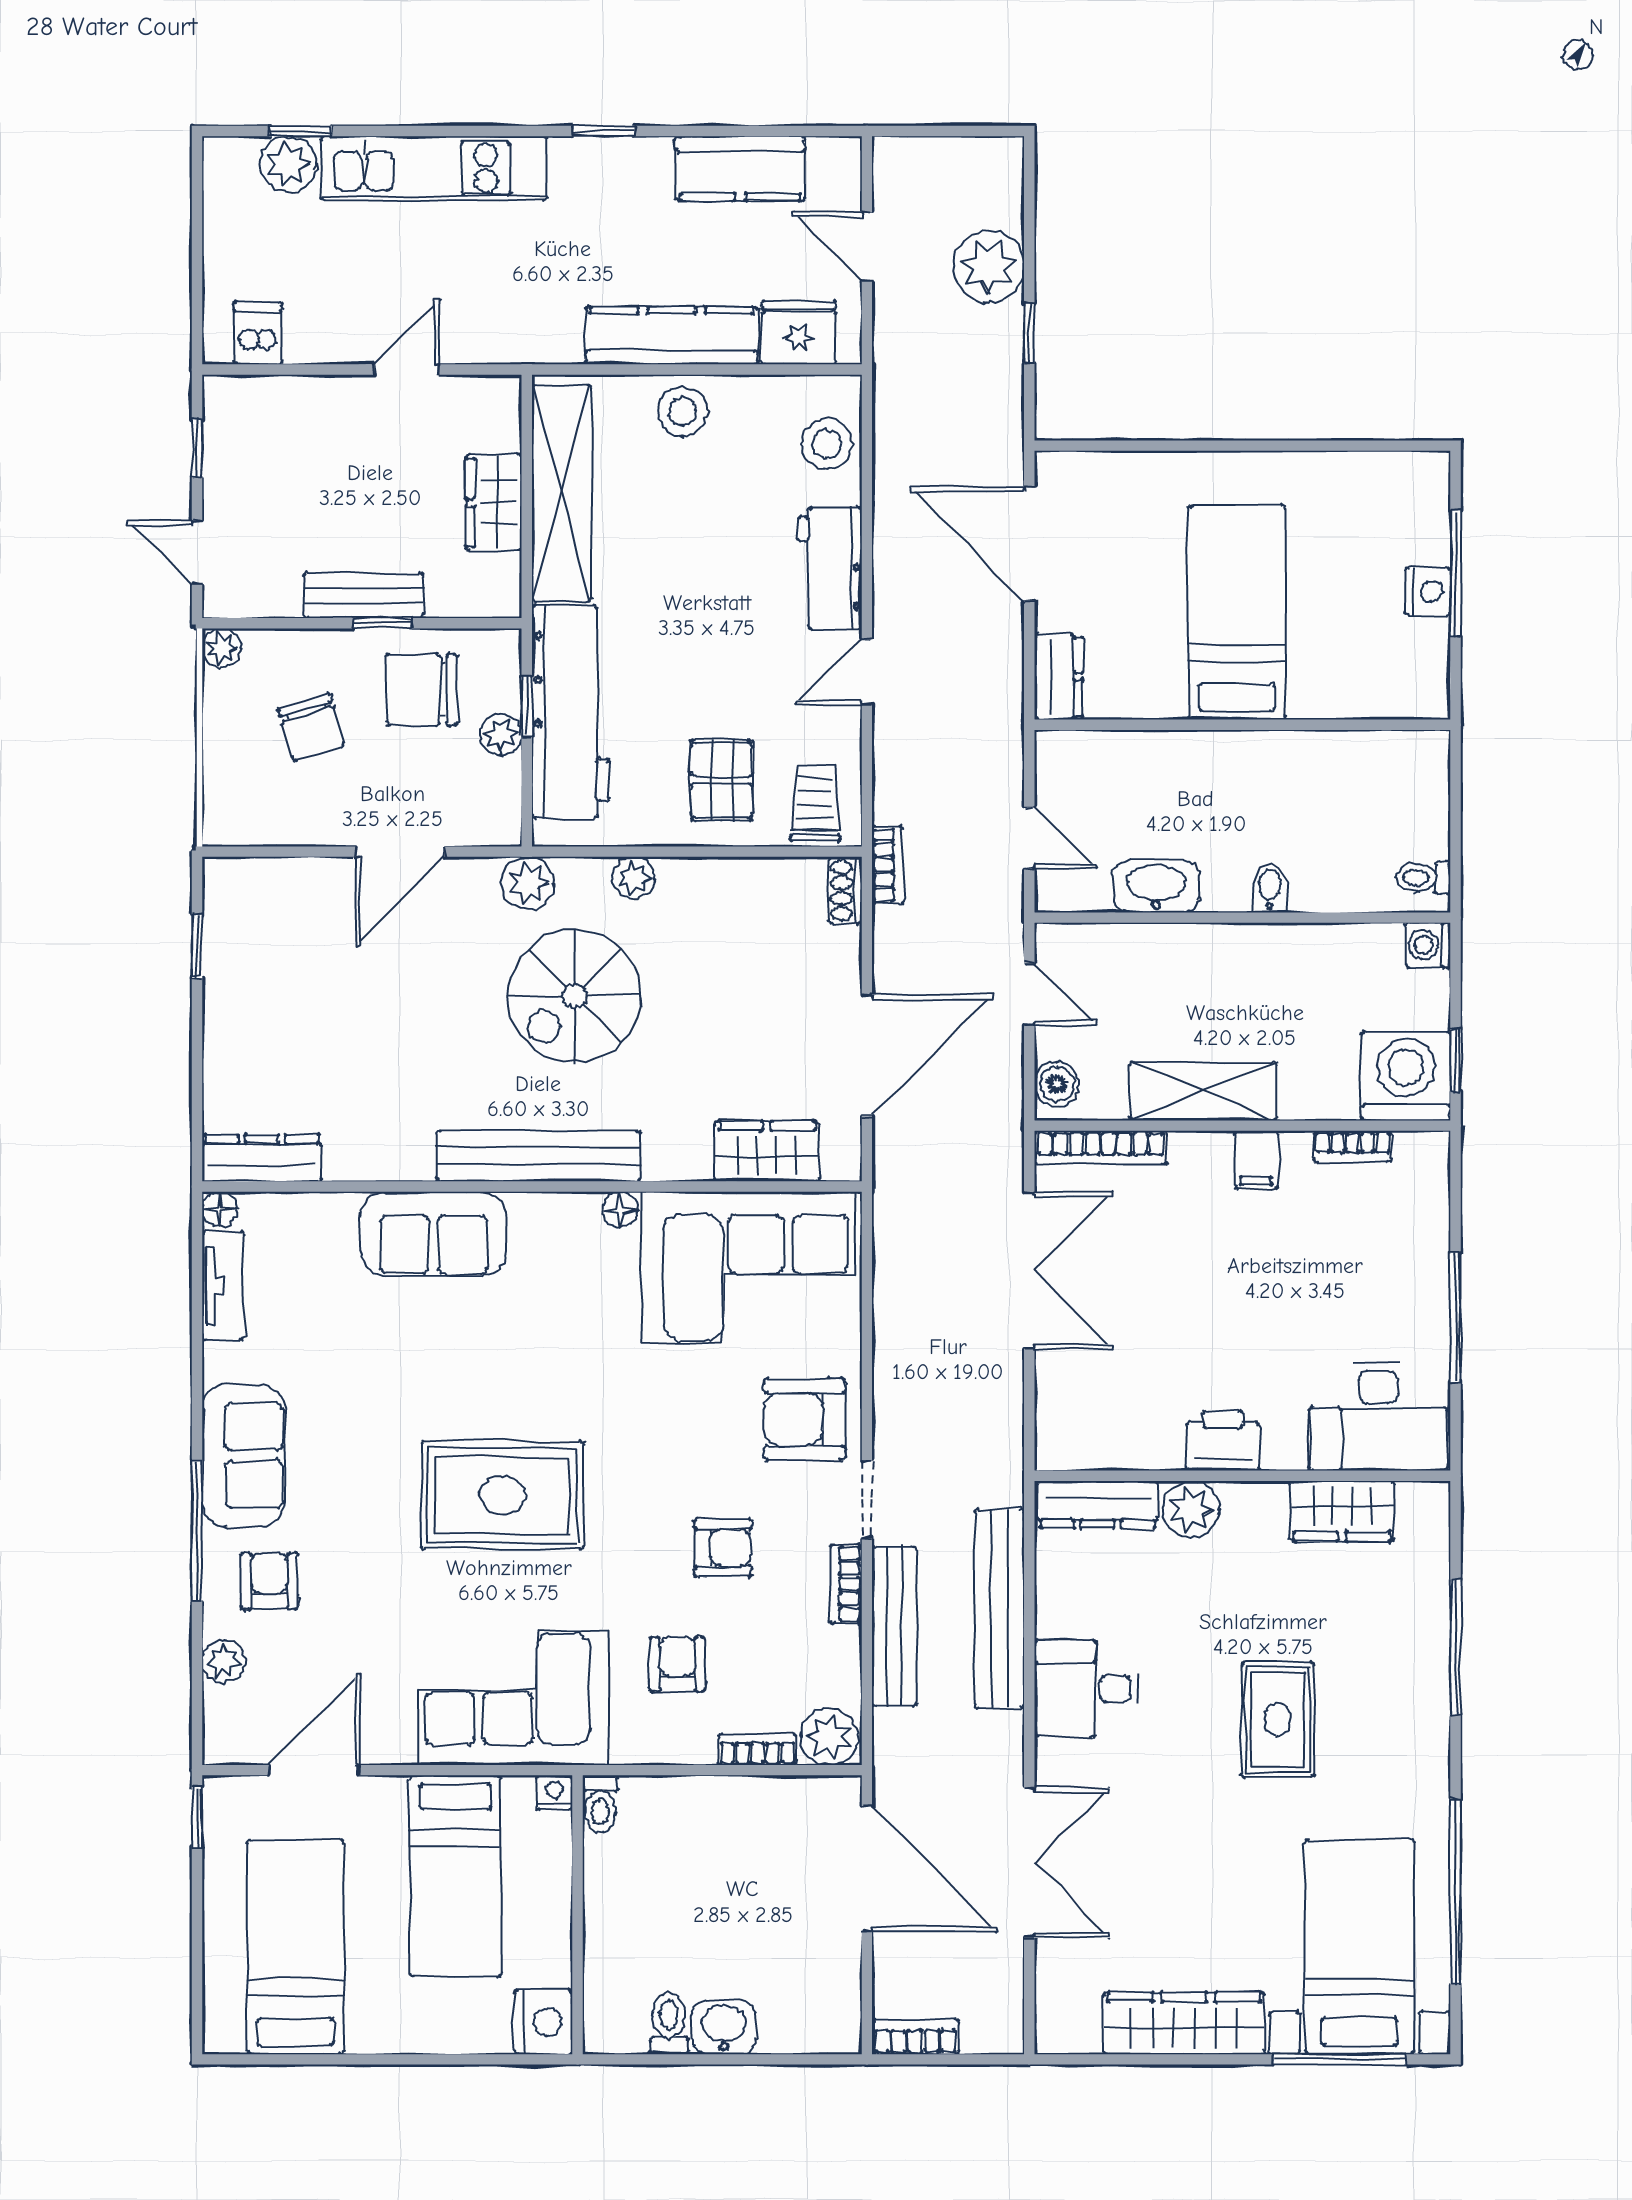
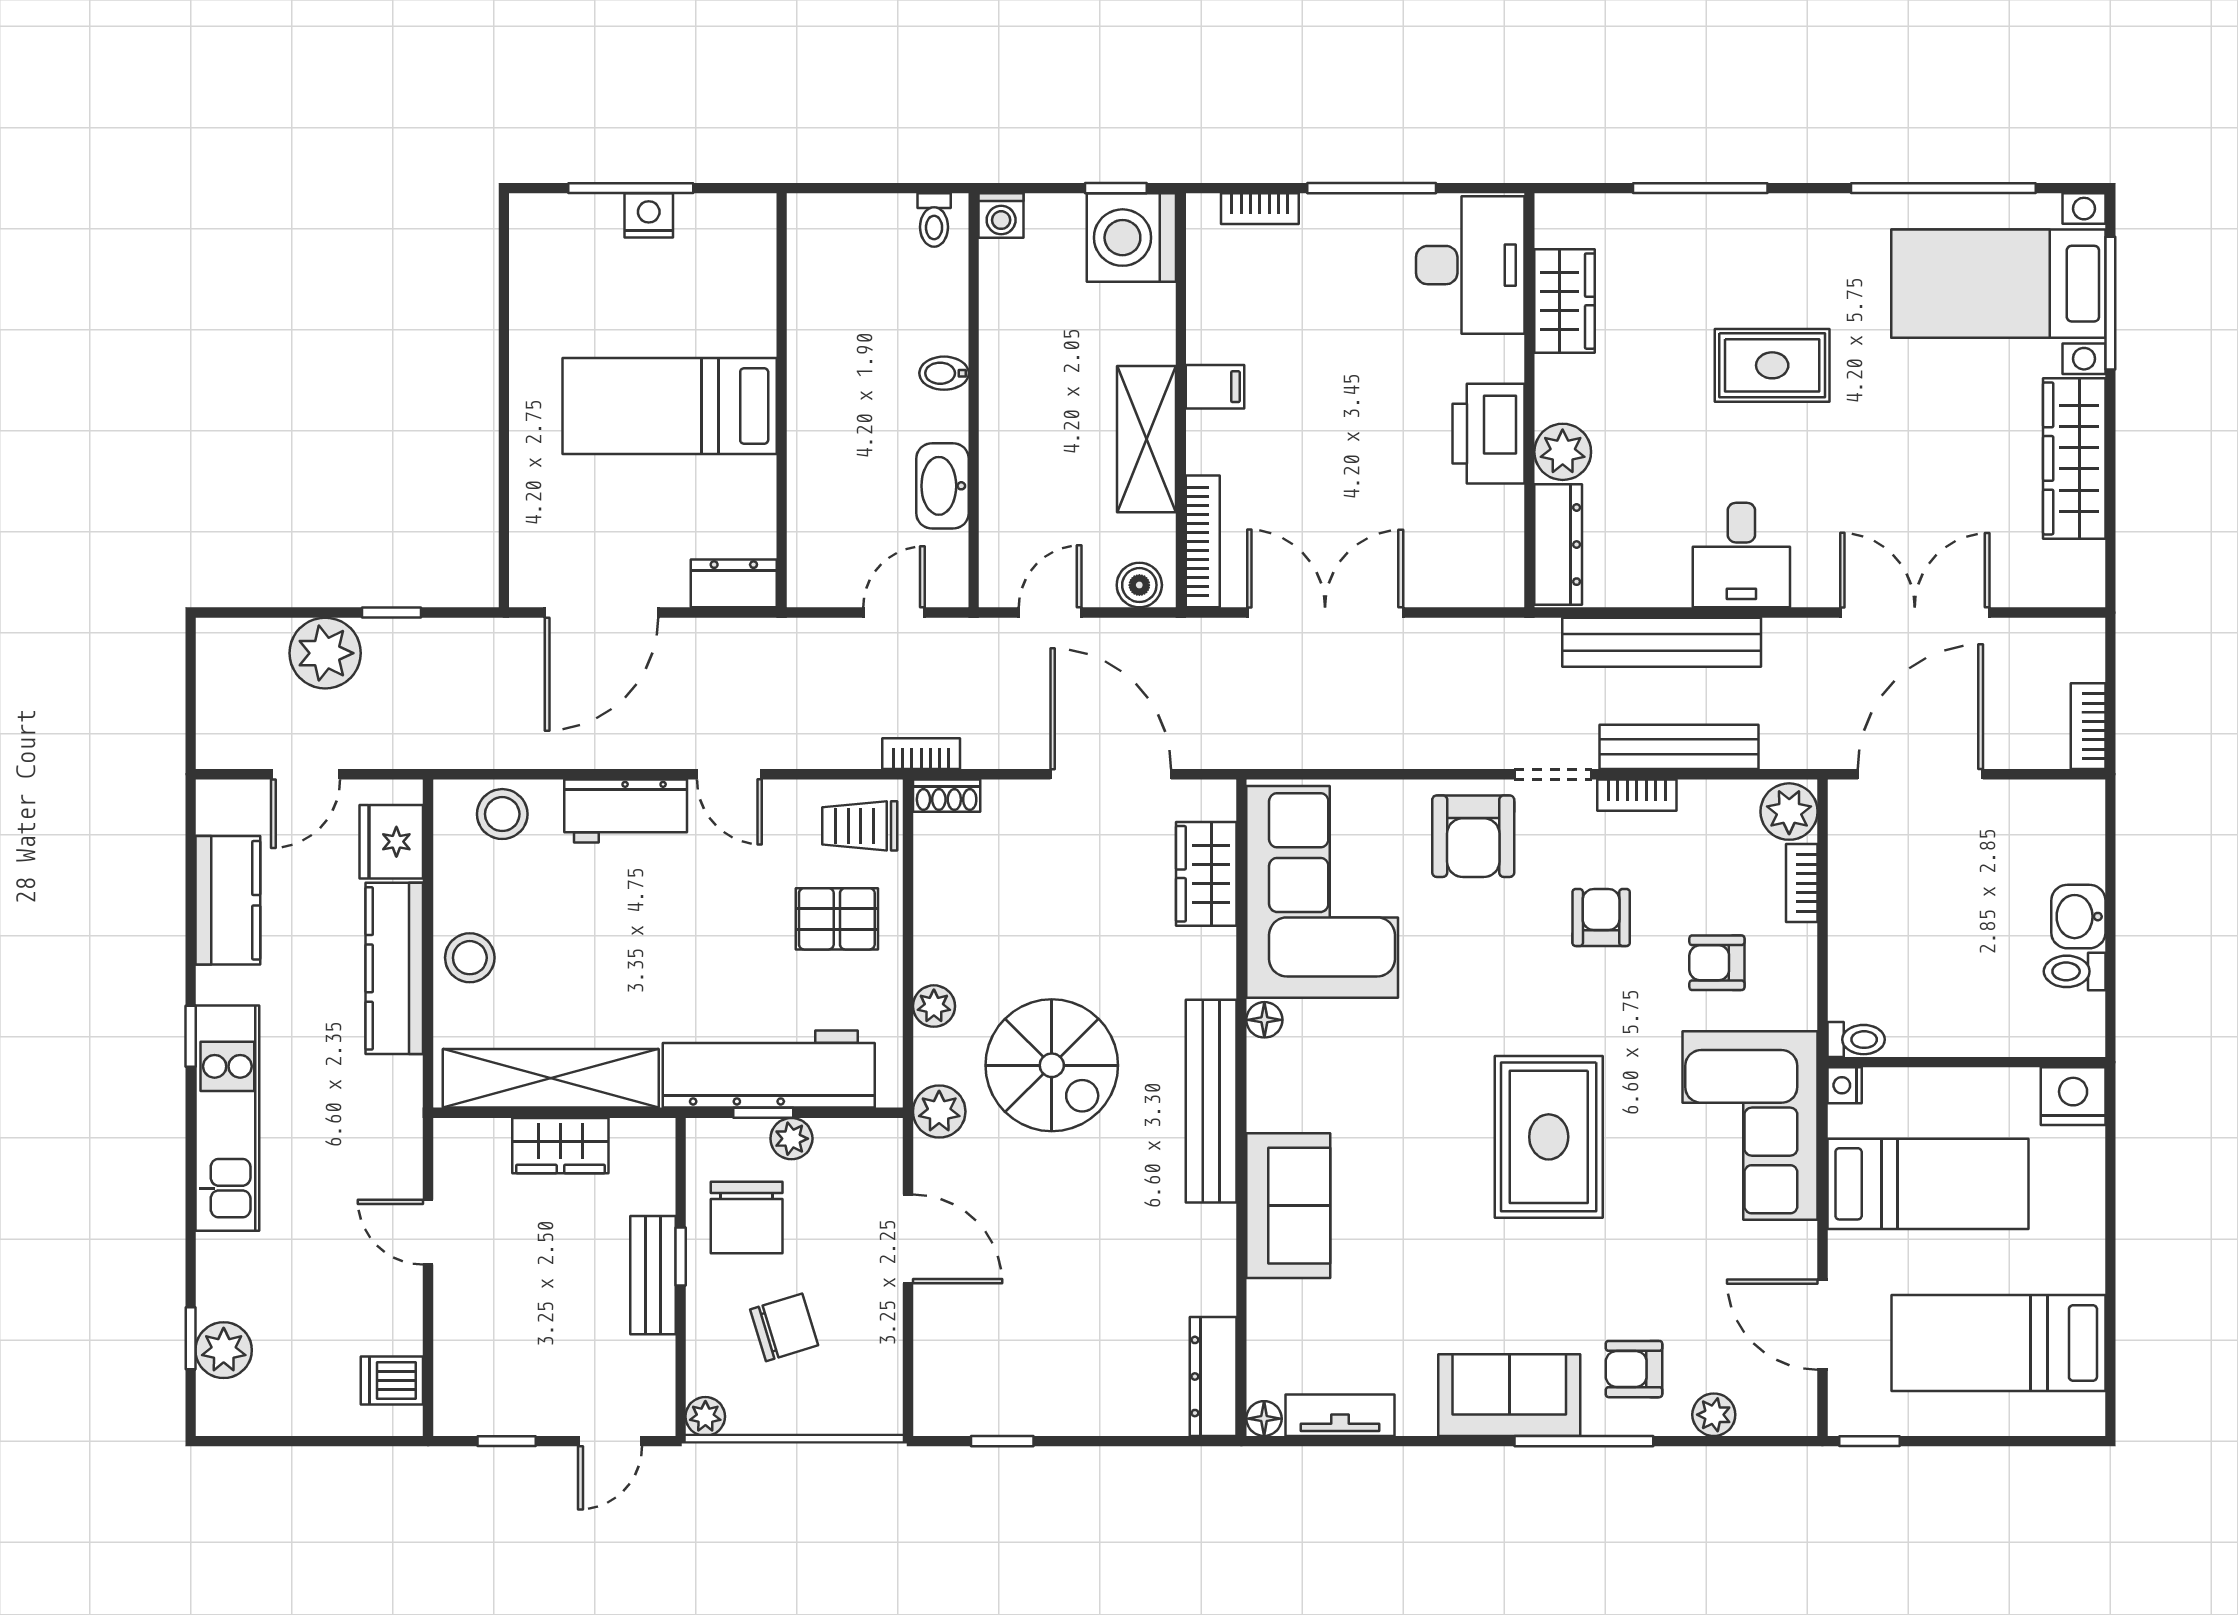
kitchen unit: (434, 168) -> (227, 1118), moved
bookcase: (1353, 1146) -> (1260, 209), moved, turned 90
printer: (1223, 1441) -> (1488, 434), width x1.37, depth x1.19

